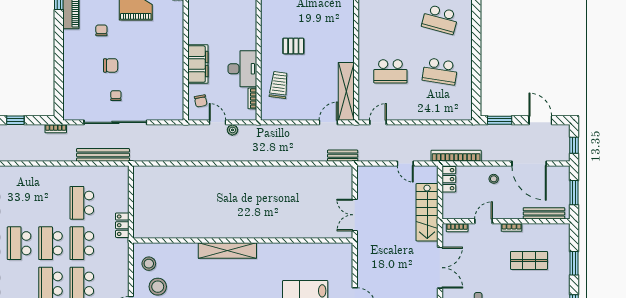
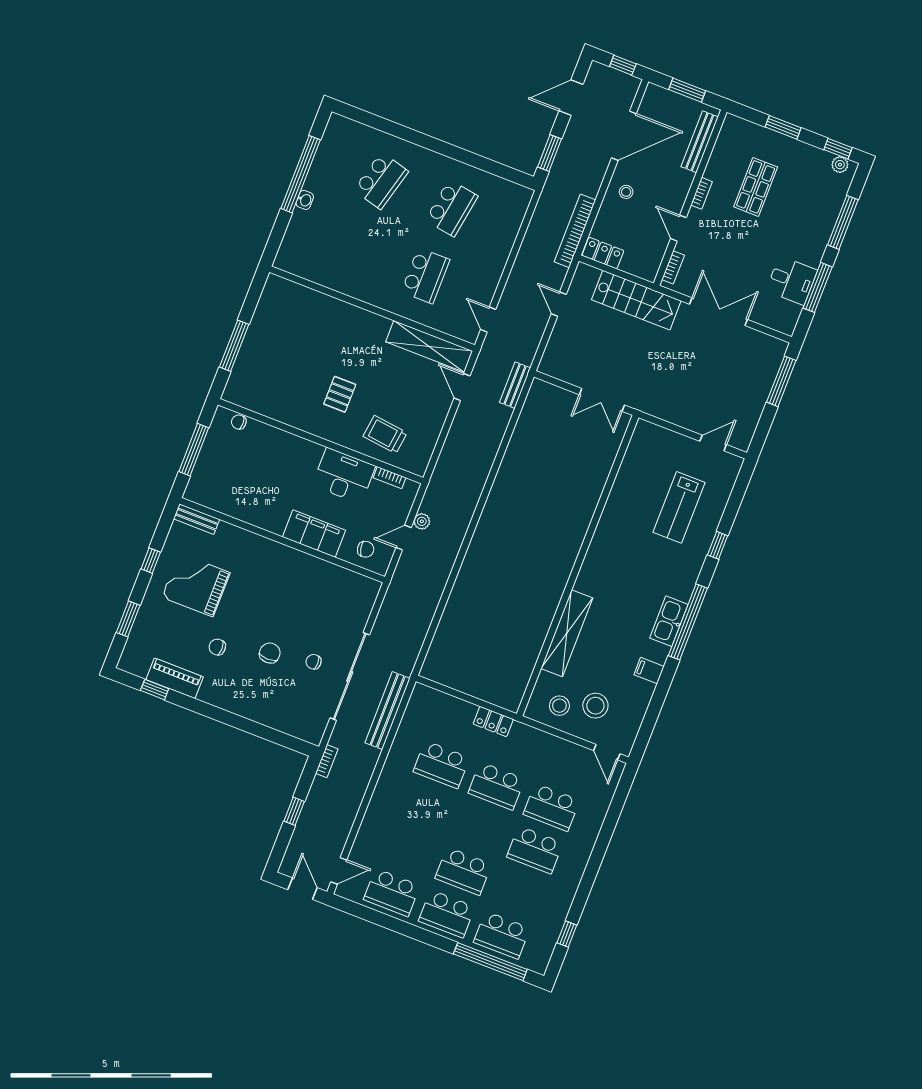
door: (405, 164) -> (559, 304), swing flipped
school desk: (50, 243) -> (480, 829), removed
shelving: (227, 250) -> (567, 633), moved

